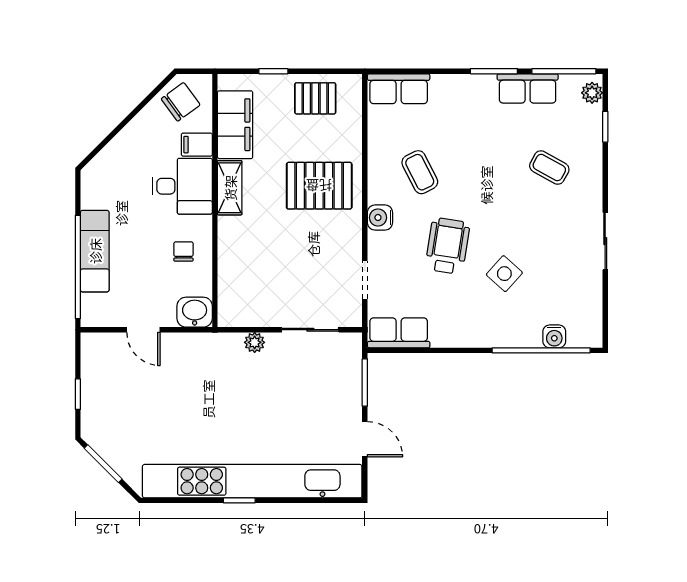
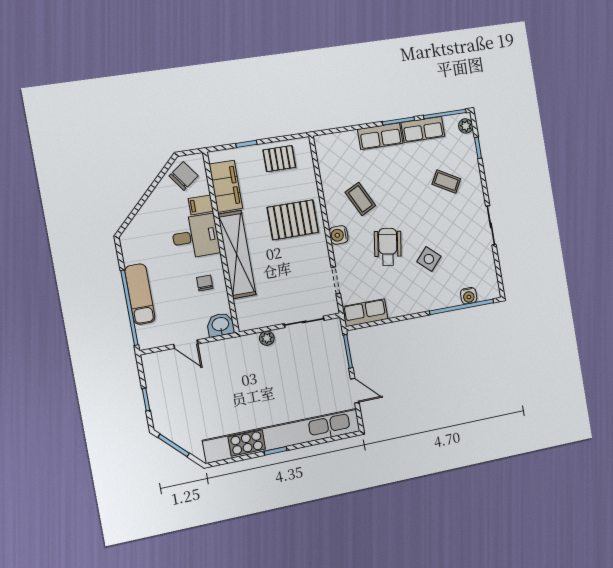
row of seats: (399, 89) -> (380, 136), moved
shelving: (230, 188) -> (237, 254), width x2.20, depth x1.33

